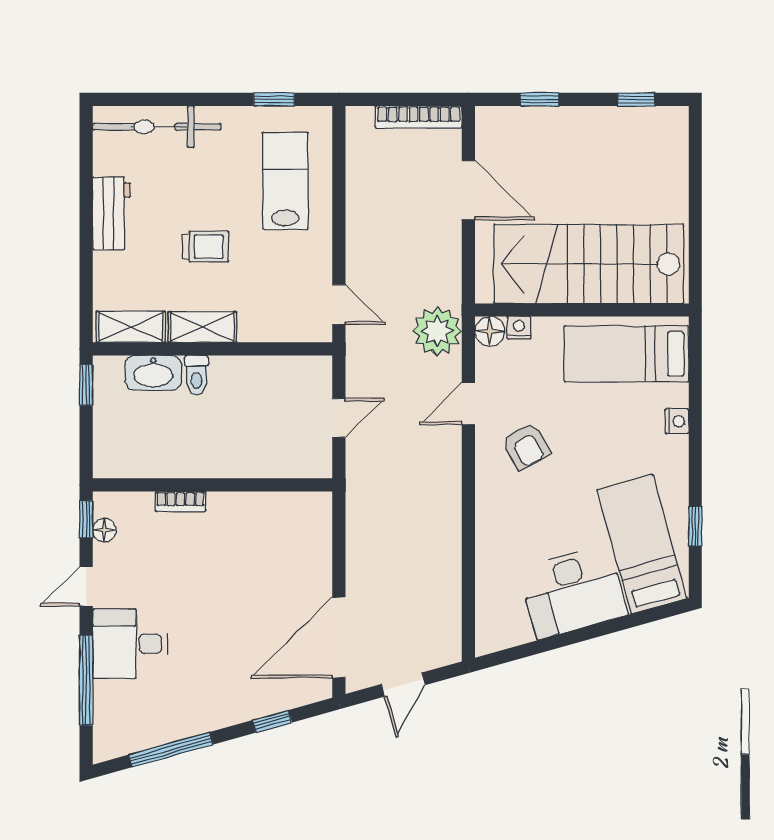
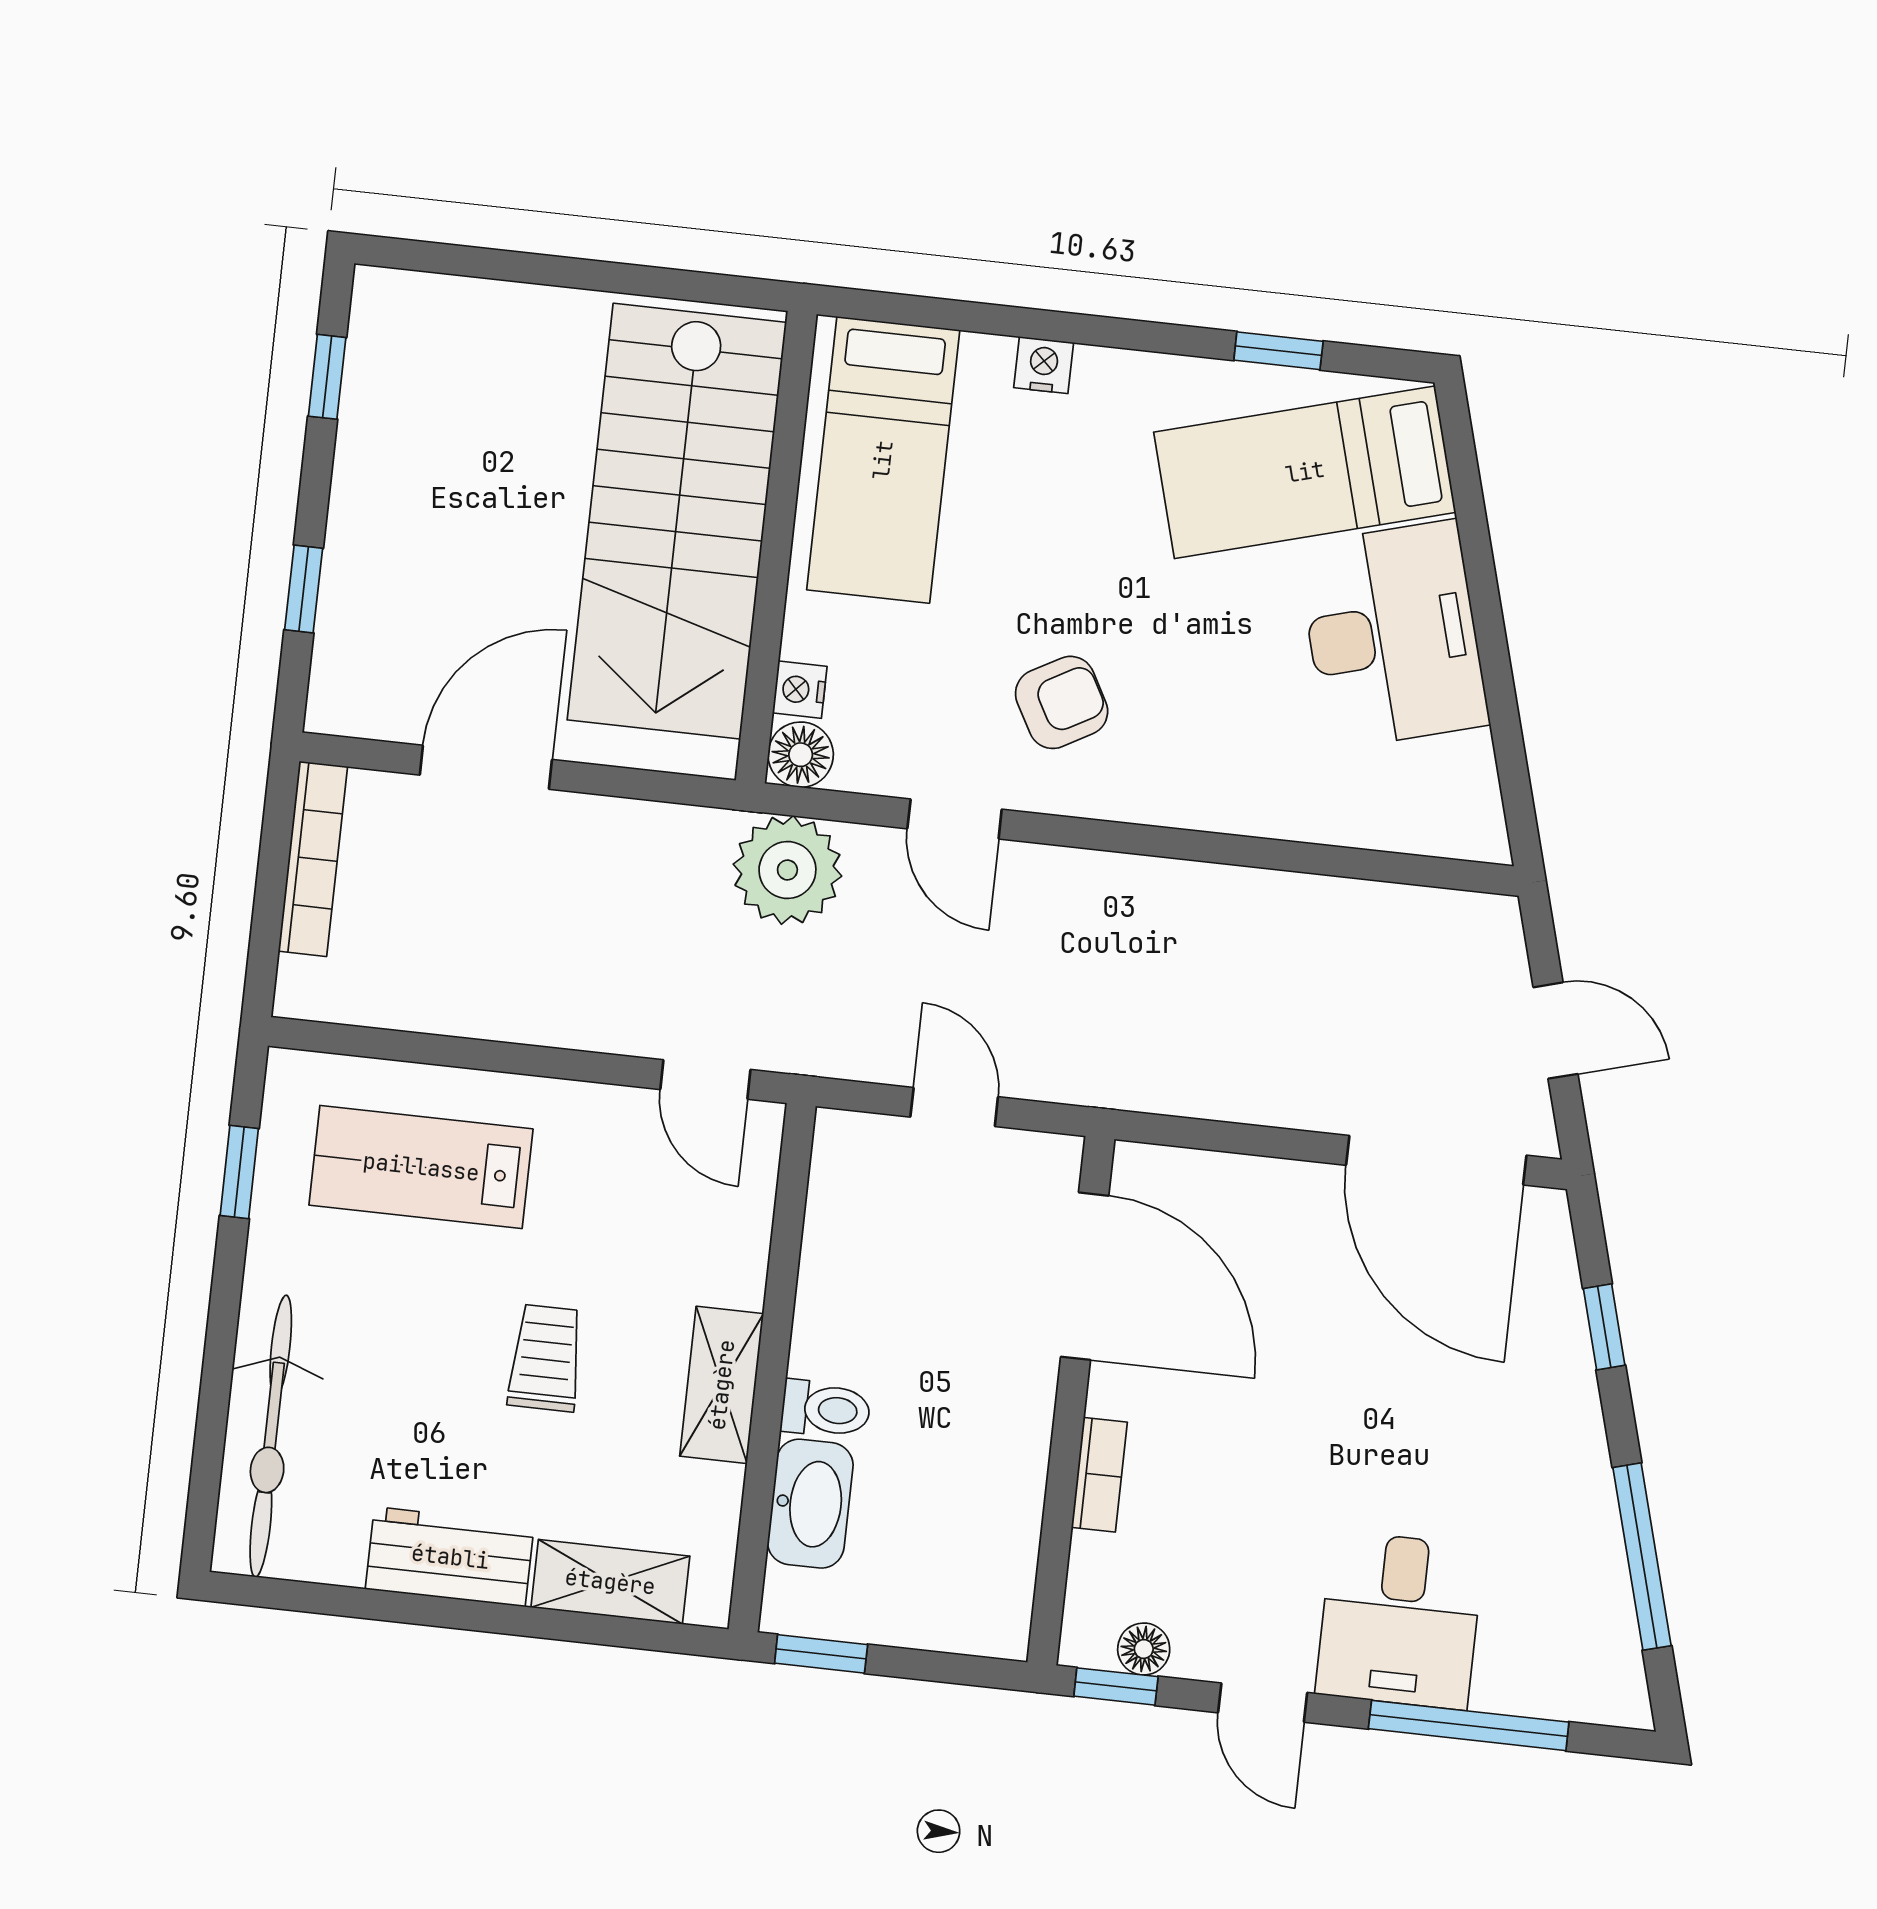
door: (339, 305) -> (705, 1080), swing flipped
shelving: (131, 327) -> (610, 1582), moved, turned 90
door: (269, 485) -> (1085, 1276), added

